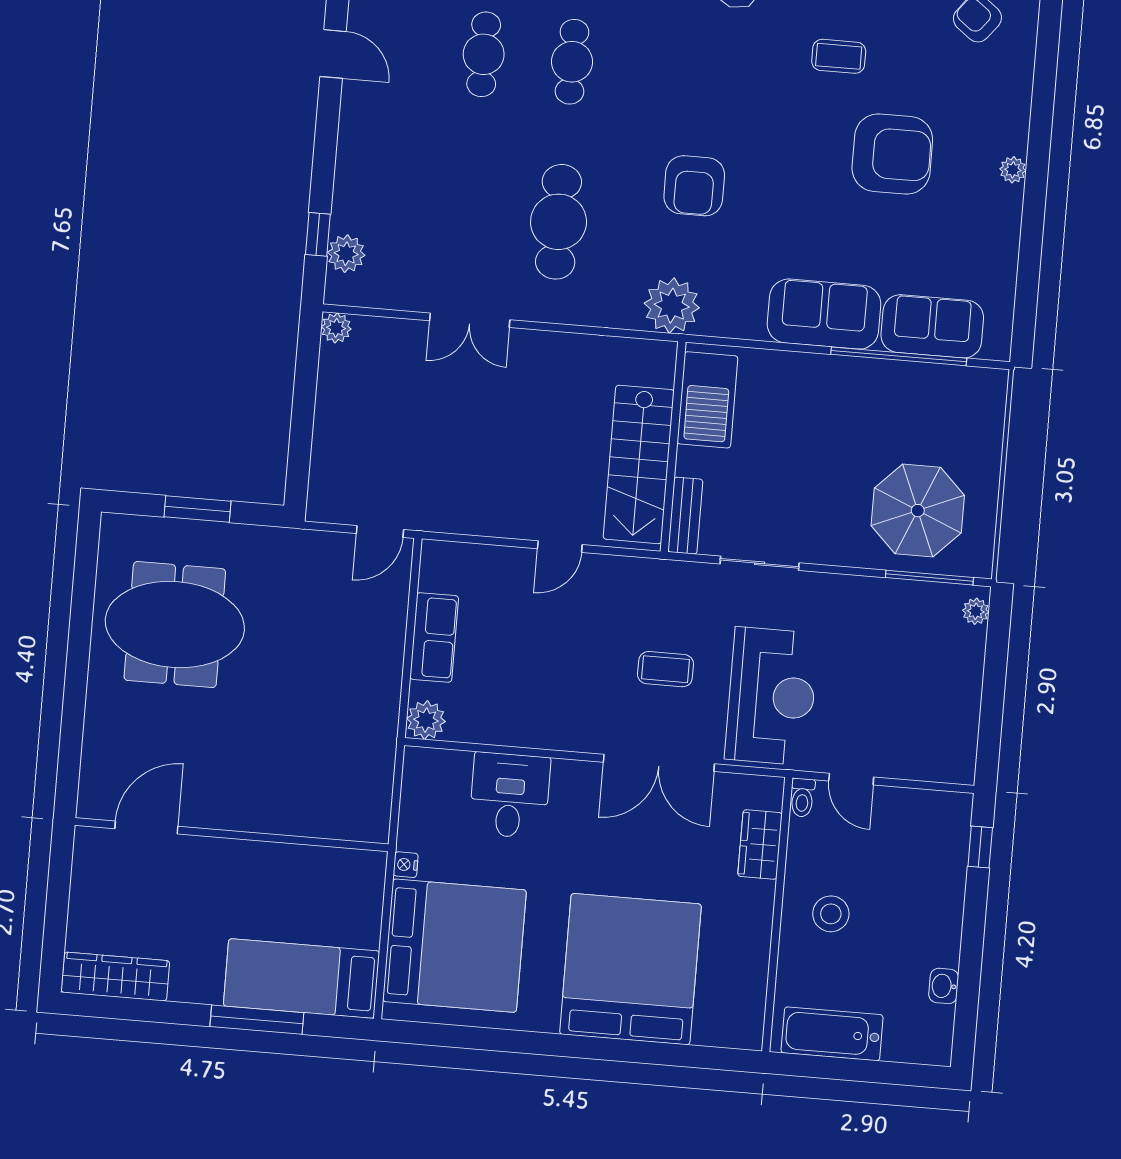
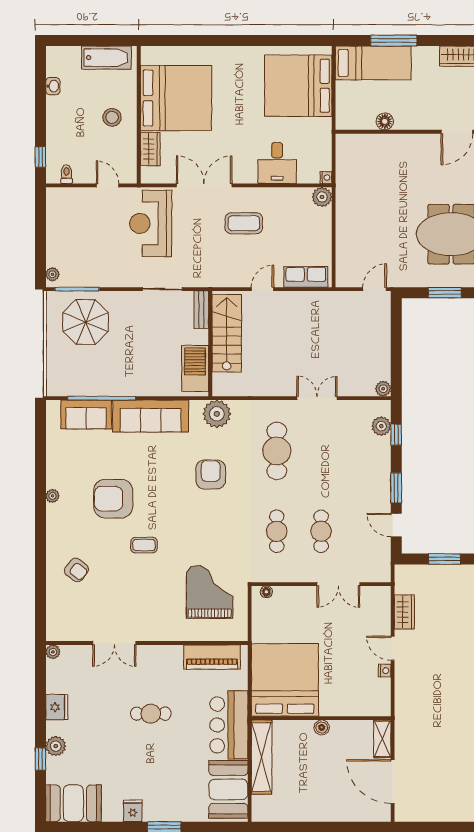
window: (327, 128) -> (396, 488), added
sofa: (824, 314) -> (151, 416), width x1.36
door: (380, 531) -> (375, 289), moved
row of seats: (434, 637) -> (306, 277), moved, turned 90
coffee table: (666, 669) -> (244, 223), moved, width x1.36, depth x1.30
toilet: (802, 798) -> (67, 174), moved
floor lamp: (288, 860) -> (385, 121), added
nightstand: (406, 865) -> (326, 177), moved
bed: (630, 969) -> (176, 98), moved, turned -90

